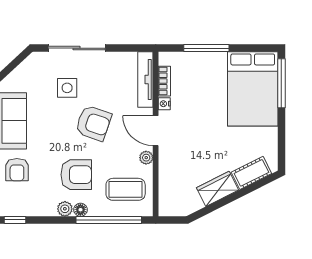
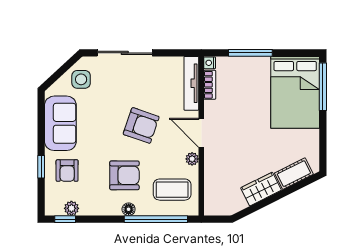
side table: (67, 88) -> (81, 79), moved
nightstand: (164, 104) -> (210, 63), moved
plant: (65, 209) -> (71, 208), moved

